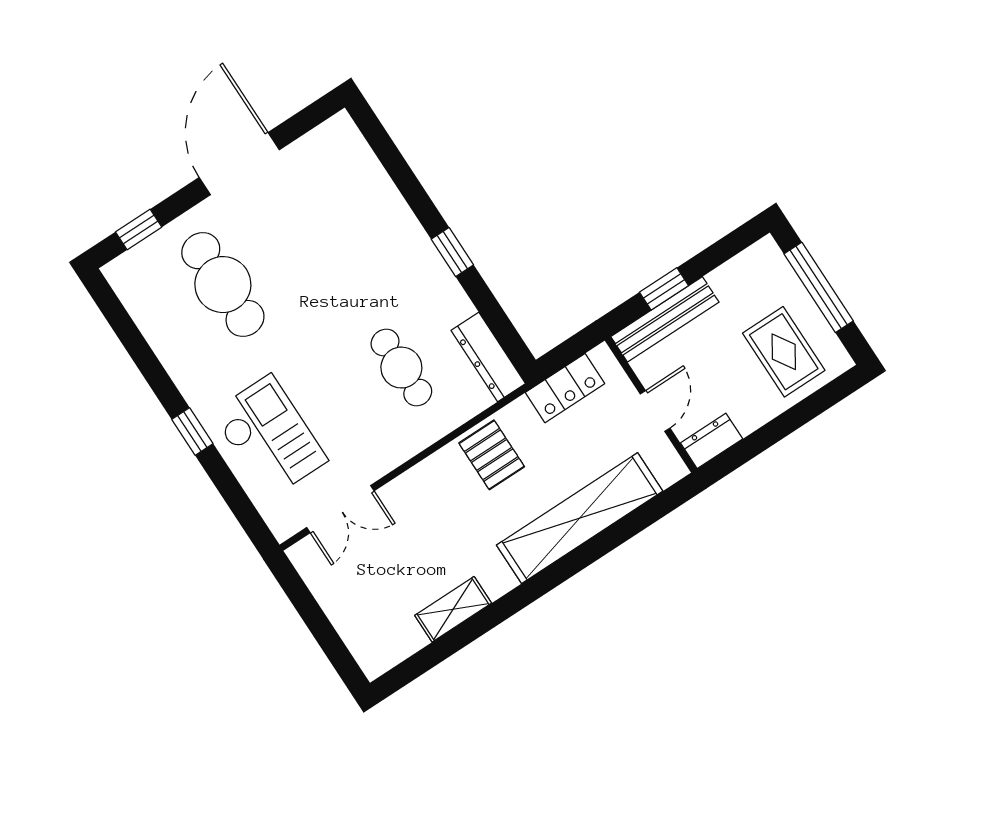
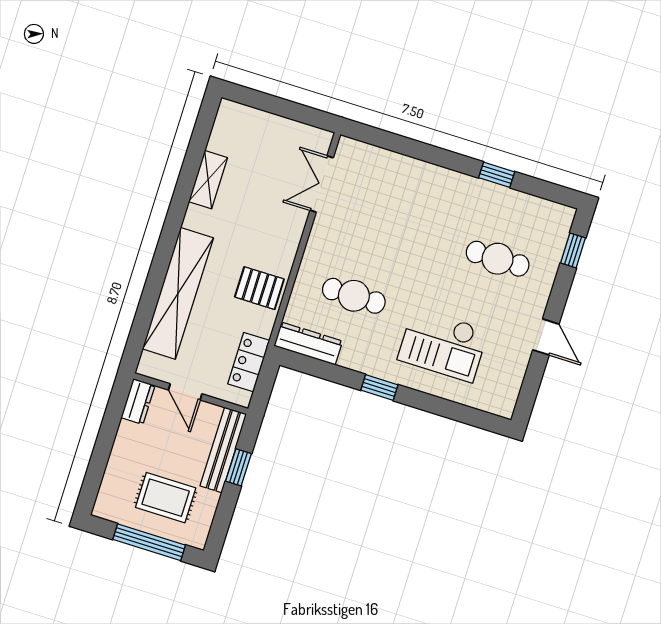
door: (239, 164) -> (546, 337), width x0.53
cafe table: (223, 285) -> (498, 259), width x0.73, depth x0.74
rug: (784, 352) -> (166, 498), moved
window: (192, 432) -> (497, 175), moved
checkout: (269, 437) -> (443, 345), moved

